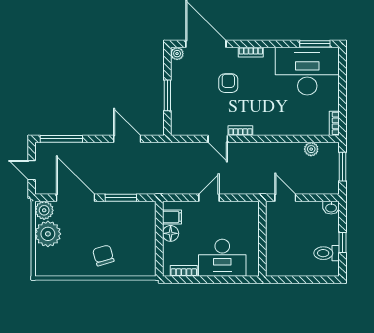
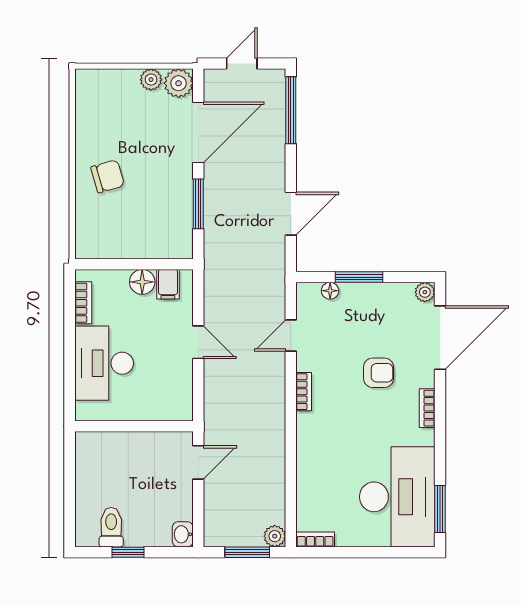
floor lamp: (176, 114) -> (330, 291), added
door: (218, 139) -> (291, 336), moved
plant: (311, 149) -> (275, 536), moved
plant: (48, 234) -> (151, 80), width x0.53, depth x0.53

